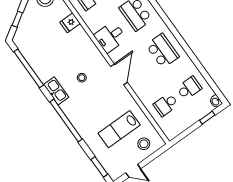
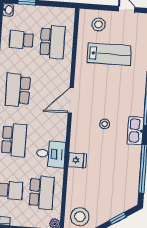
fridge: (70, 23) -> (77, 160), moved
desk: (110, 37) -> (51, 154), moved
school desk: (166, 105) -> (52, 42), width x1.85

